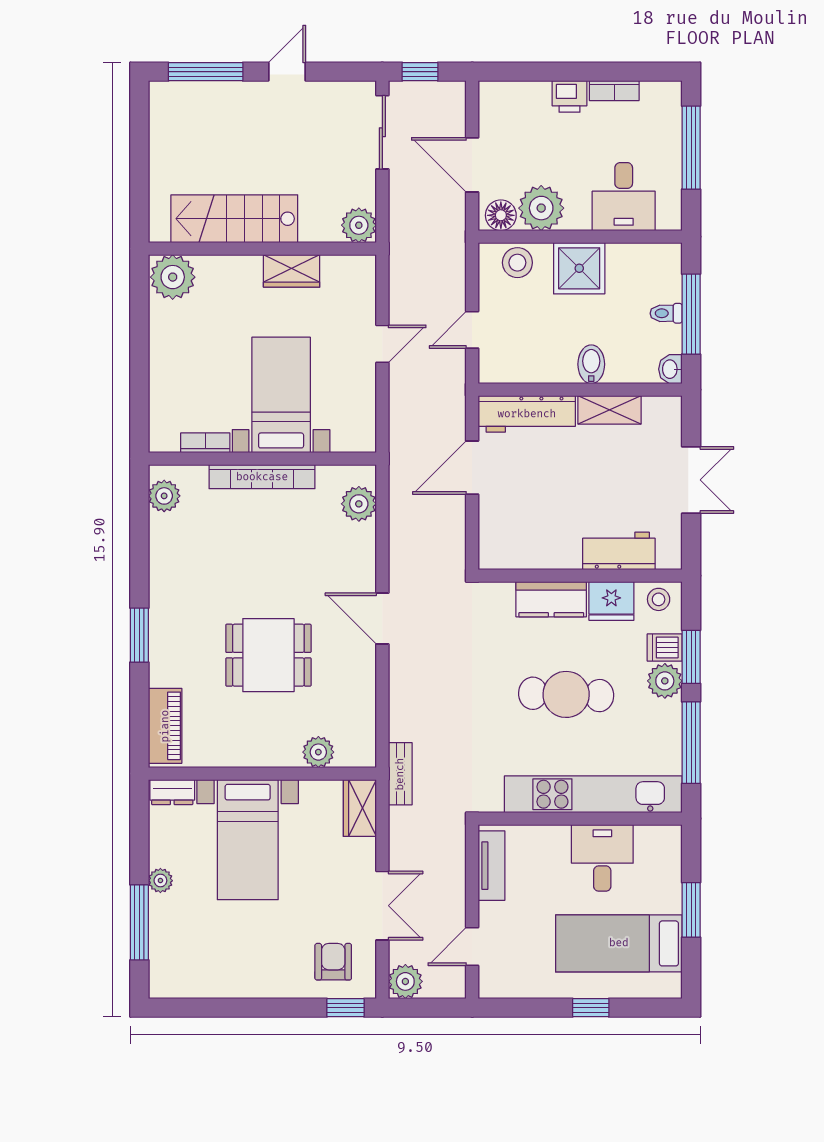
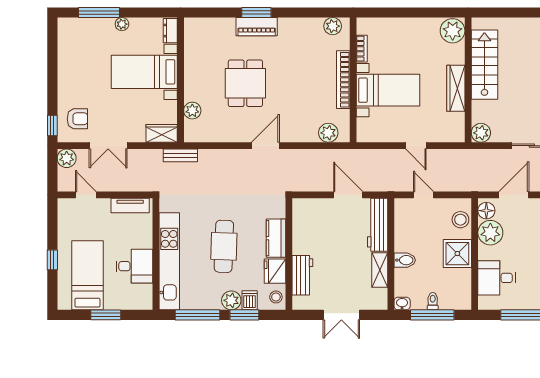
wardrobe: (292, 271) -> (456, 88), width x1.50
piano: (165, 726) -> (257, 27), moved

